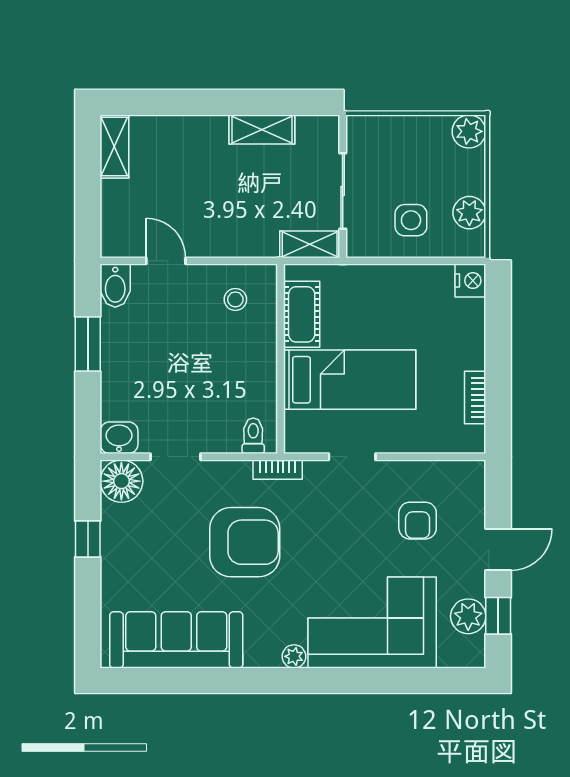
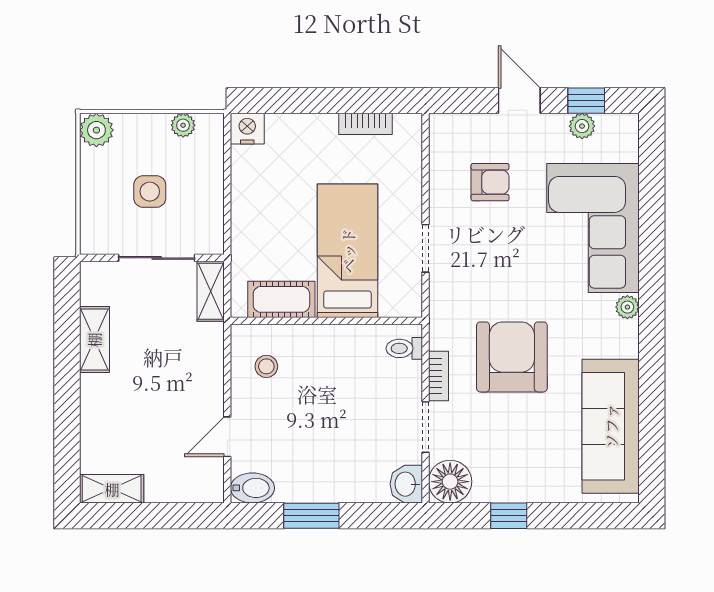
plant: (469, 213) -> (183, 125), width x0.73, depth x0.73
side table: (411, 220) -> (150, 192), moved
bookcase: (278, 470) -> (438, 376), moved
plant: (468, 616) -> (582, 126), width x0.73, depth x0.73

